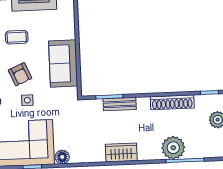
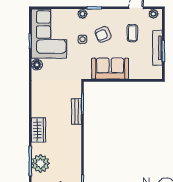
shoe rack: (172, 102) -> (76, 153), removed
plant: (173, 148) -> (40, 163), moved
wardrobe: (121, 152) -> (38, 130), moved

